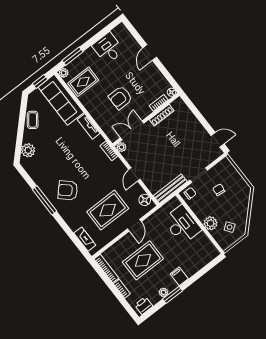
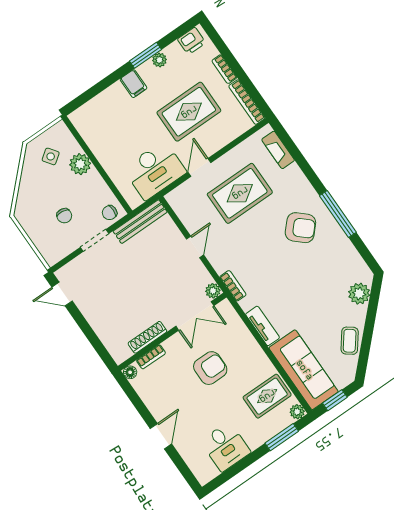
floor lamp: (145, 200) -> (181, 206), removed
desk: (182, 225) -> (155, 170), moved, turned -90

